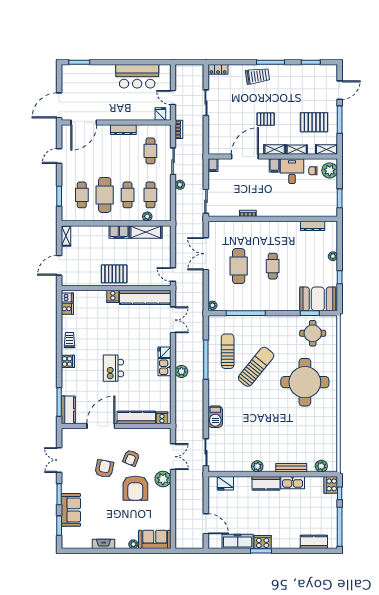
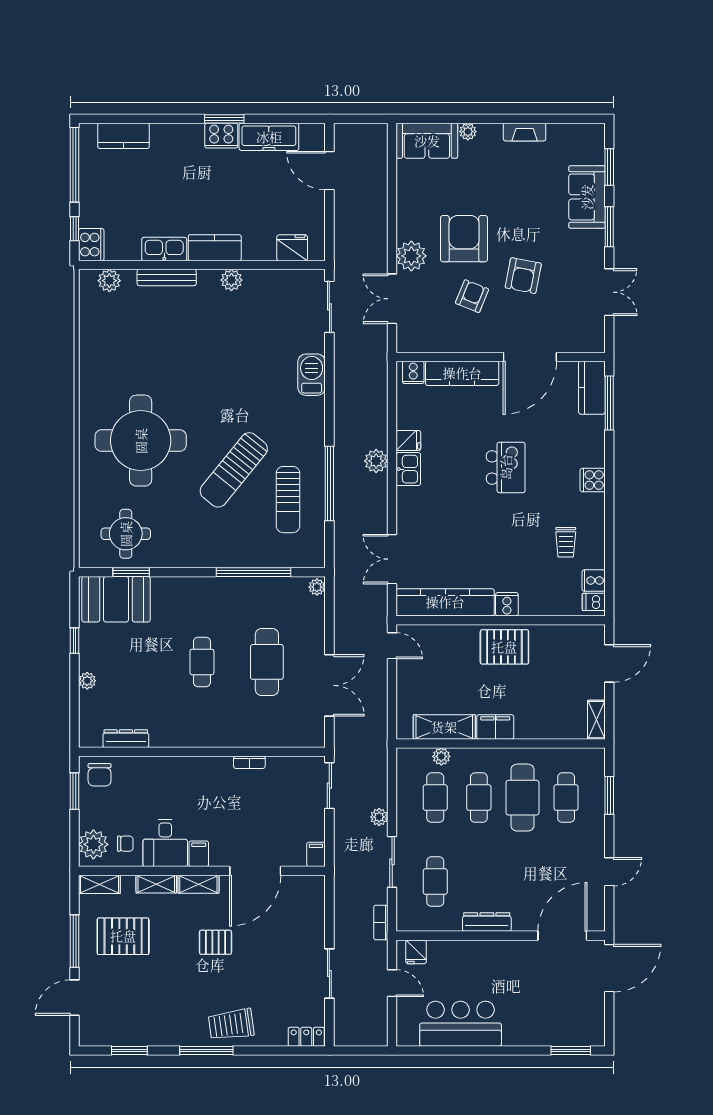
chair: (326, 207) -> (100, 775), added
trolley: (69, 340) -> (566, 542), moved
fridge: (164, 352) -> (408, 441), moved

